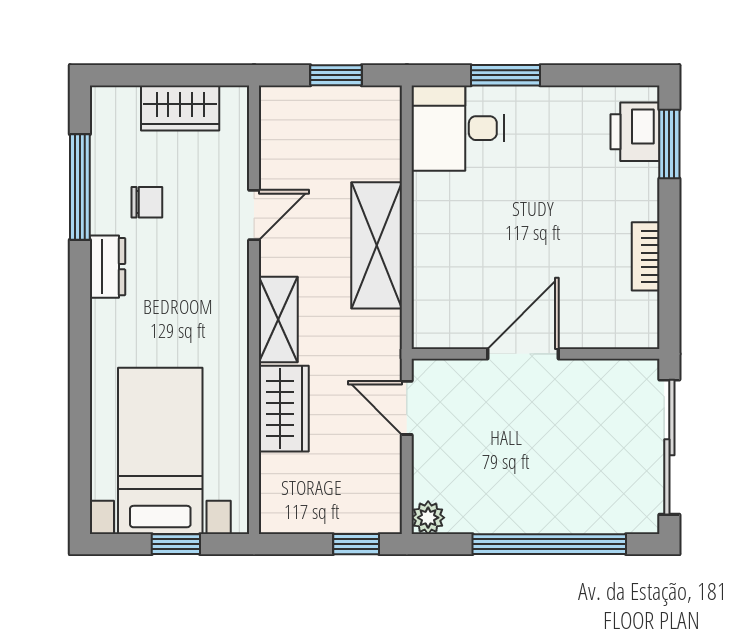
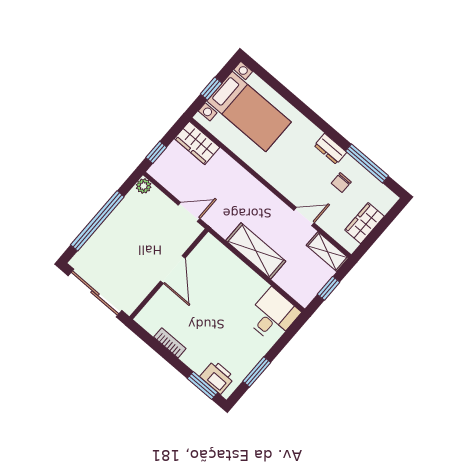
window: (505, 75) -> (257, 372), moved
door: (254, 215) -> (304, 217), swing flipped
shelving: (278, 320) -> (327, 252), moved
wardrobe: (284, 409) -> (197, 143), moved

